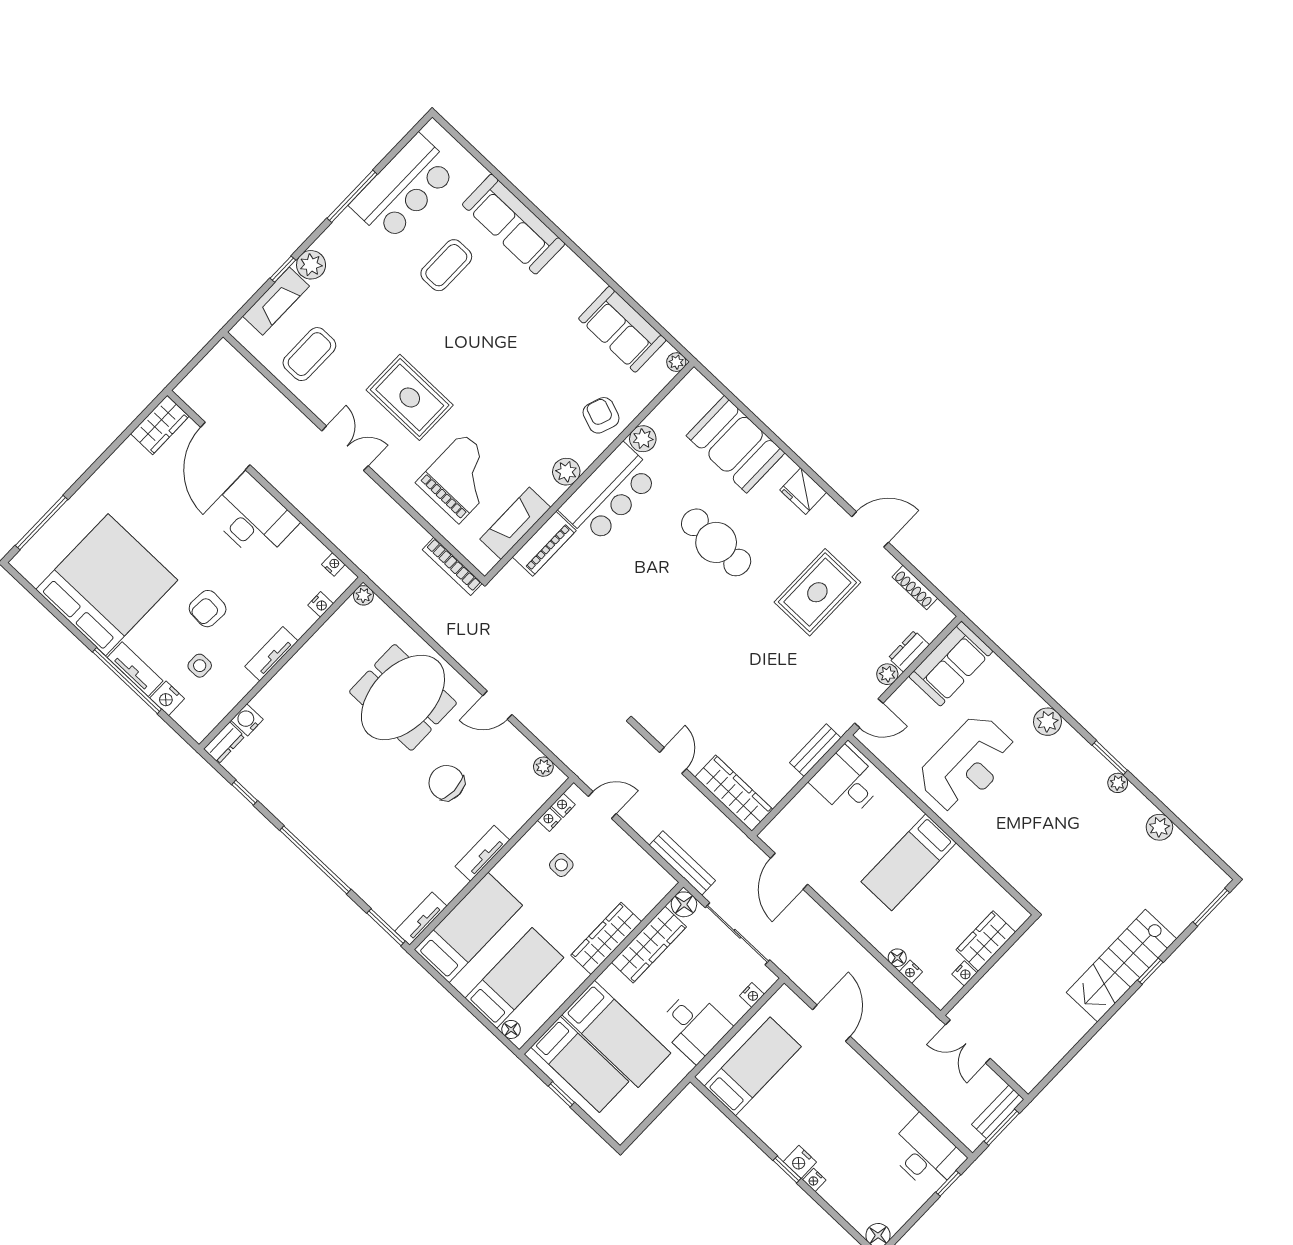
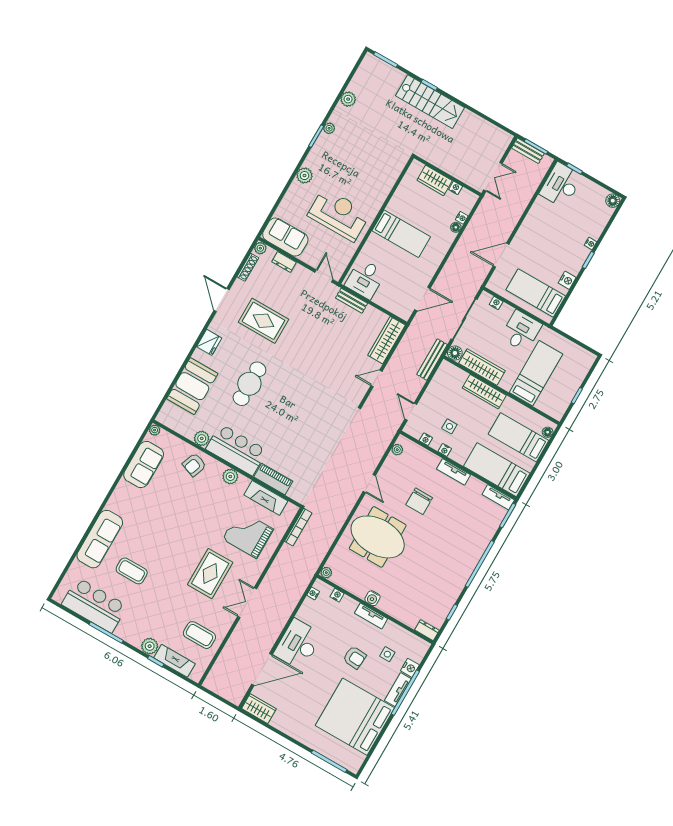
plant: (887, 674) -> (260, 248), moved
water cooler: (247, 720) -> (372, 598), moved
nightstand: (563, 805) -> (445, 450), moved
bed: (580, 1064) -> (558, 389), removed
nightstand: (800, 1162) -> (567, 280), moved

